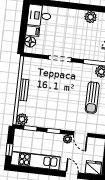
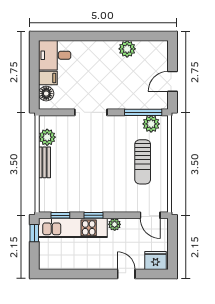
plant: (22, 119) -> (47, 137), moved
door: (81, 134) -> (150, 215), moved
window: (9, 150) -> (34, 233), moved
kitchen unit: (35, 161) -> (73, 228), moved, turned 180

